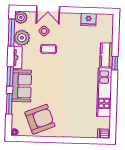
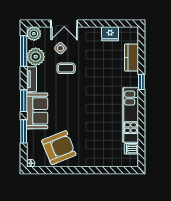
kitchen counter: (106, 55) -> (131, 58), moved
dishwasher: (104, 134) -> (131, 149), moved

